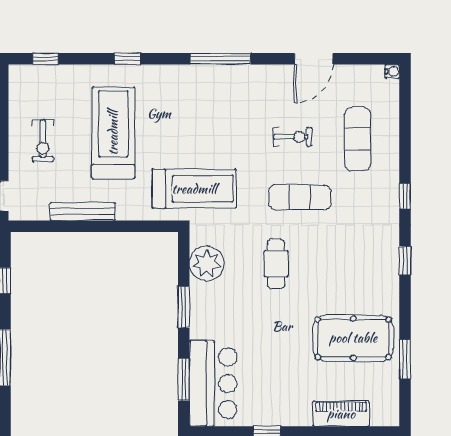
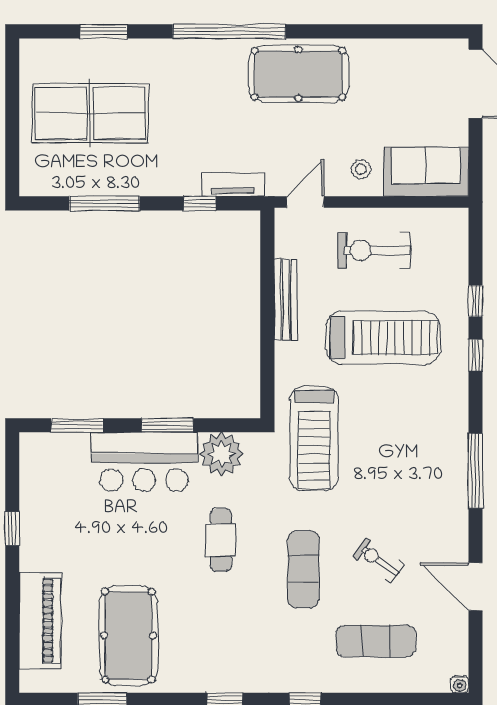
window: (45, 59) -> (475, 301), moved
exercise bike: (293, 137) -> (378, 560), turned 125
exercise bike: (43, 141) -> (374, 250), width x1.38, depth x1.39
cafe table: (276, 264) -> (221, 540), turned 90
bar counter: (213, 383) -> (144, 462), moved
piano: (341, 414) -> (40, 621), width x1.37, depth x1.33

